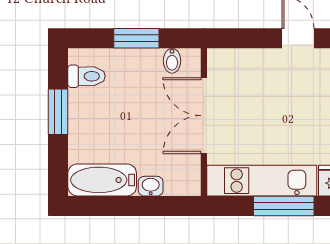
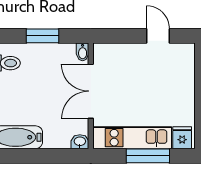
bidet: (172, 61) -> (83, 52), moved
washbasin: (151, 186) -> (80, 142), moved

